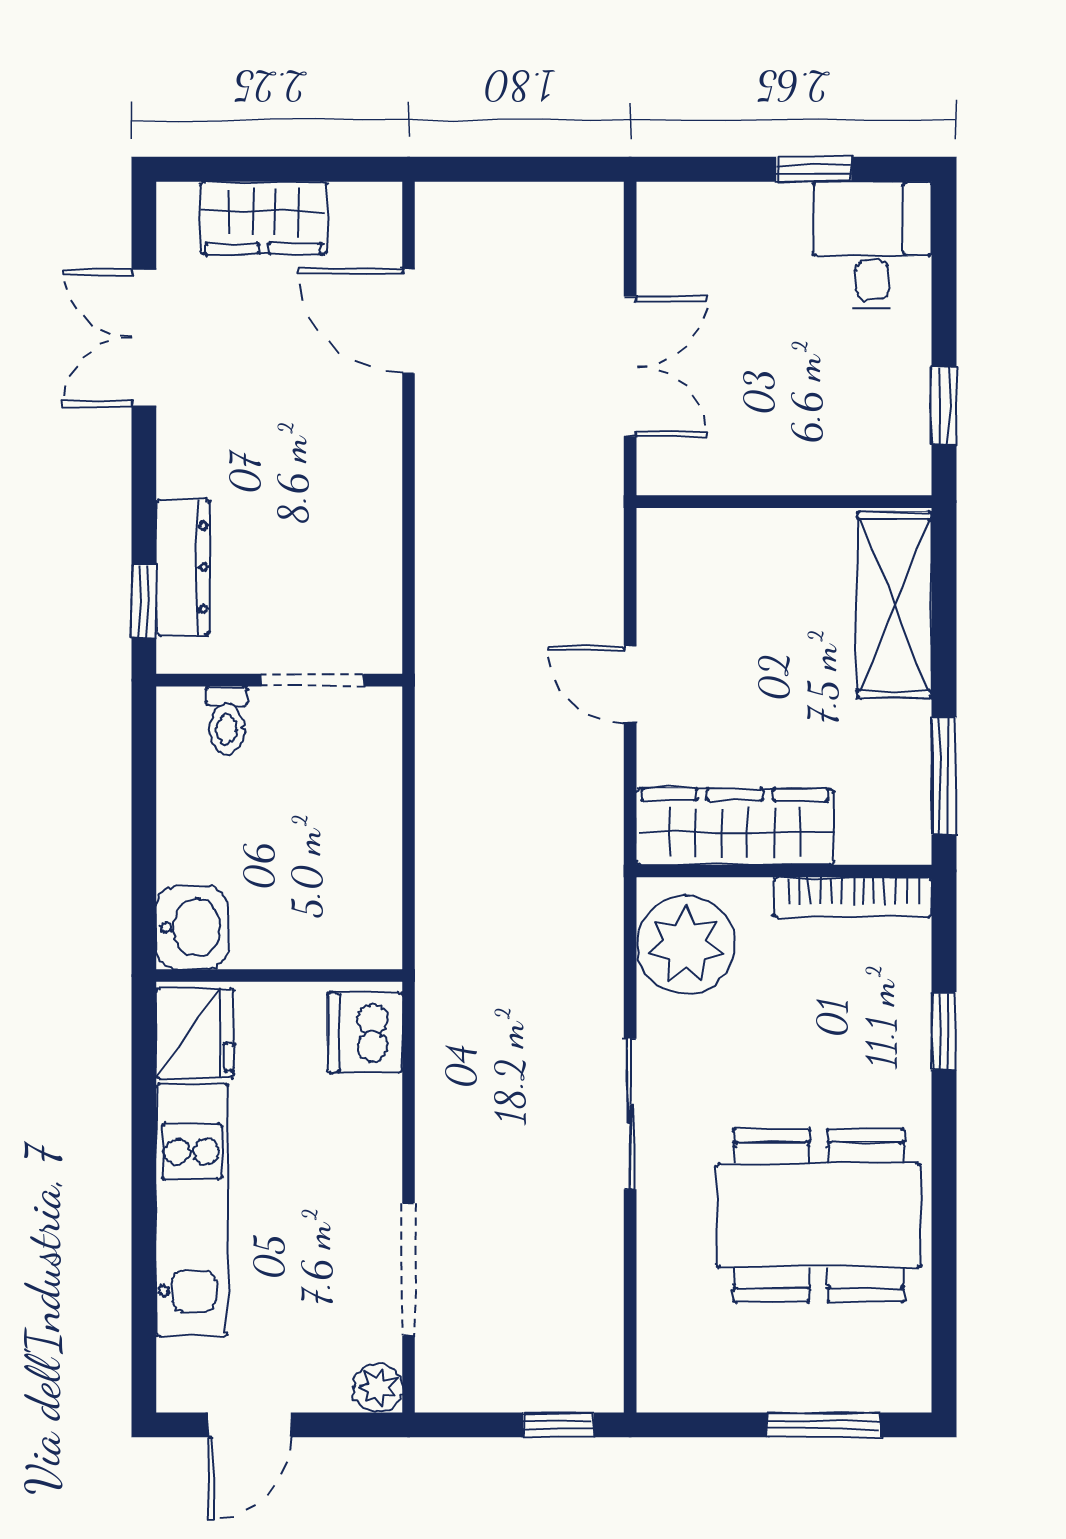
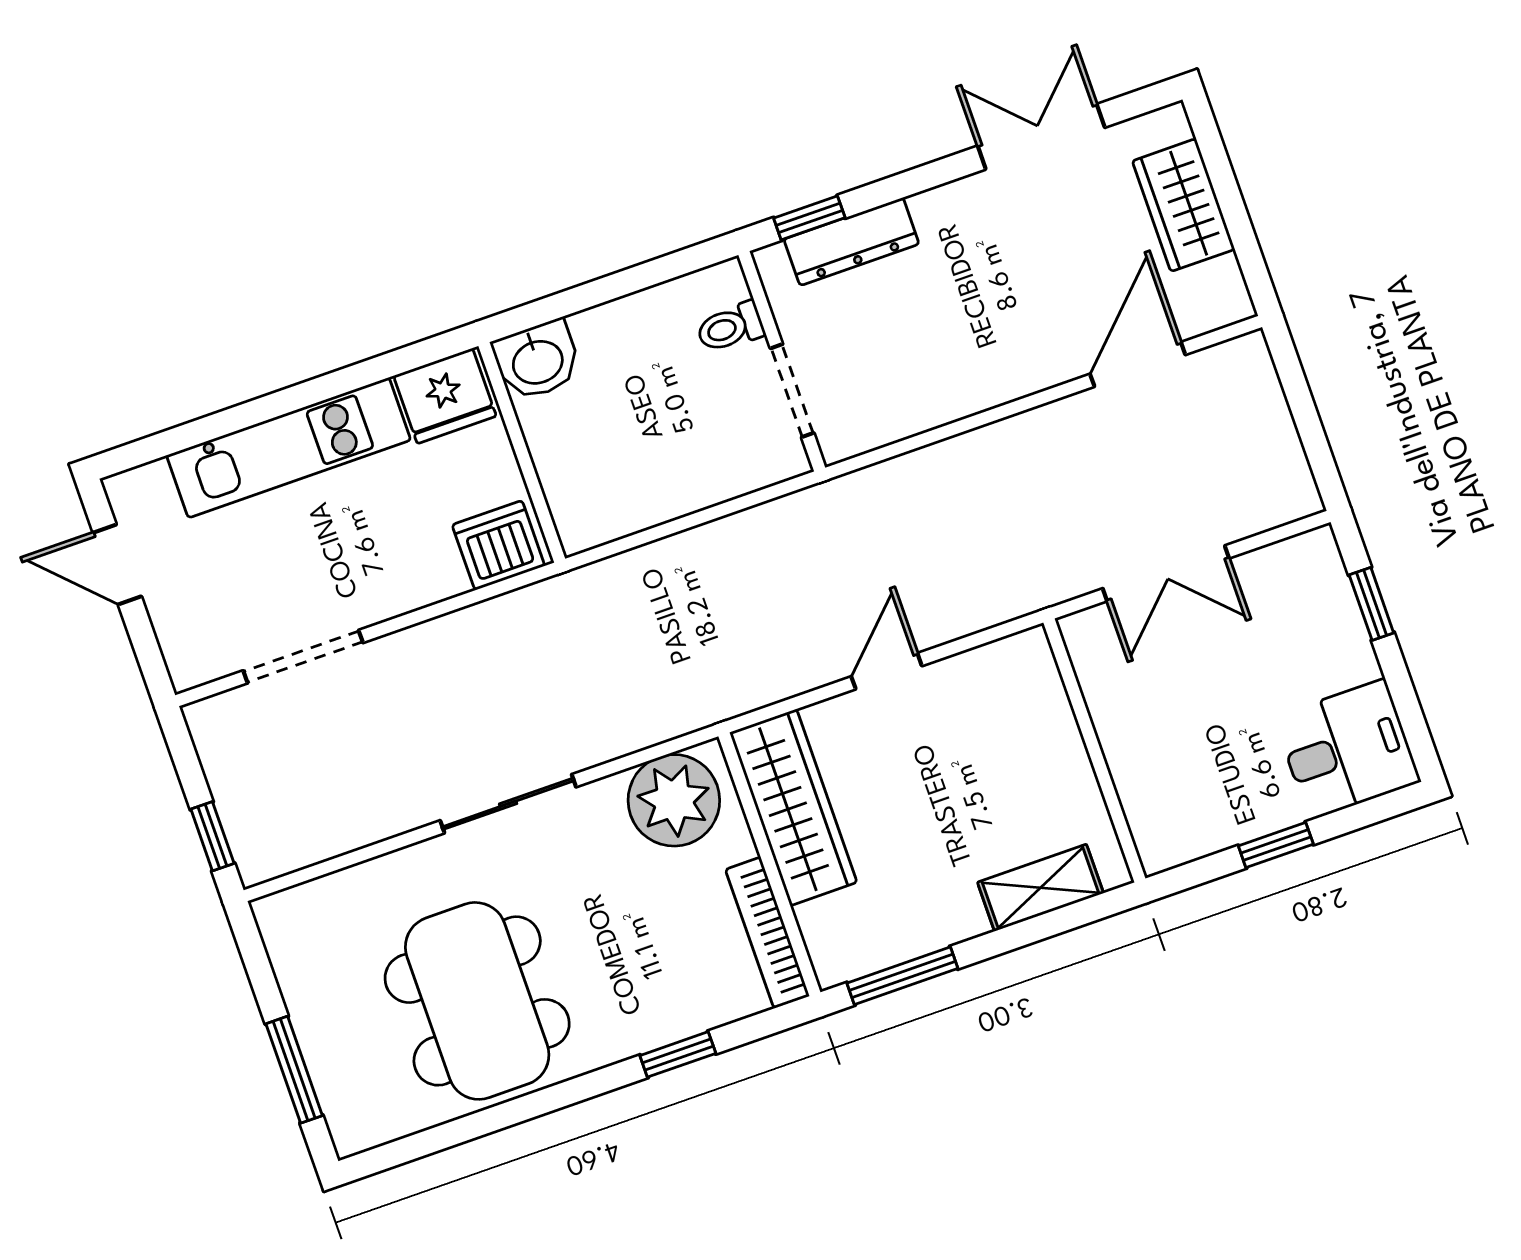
window: (814, 169) -> (1371, 604), moved
window: (944, 405) -> (1276, 845), moved
shelving: (895, 605) -> (1040, 888), width x0.67, depth x0.75
plant: (378, 1388) -> (189, 666), removed

